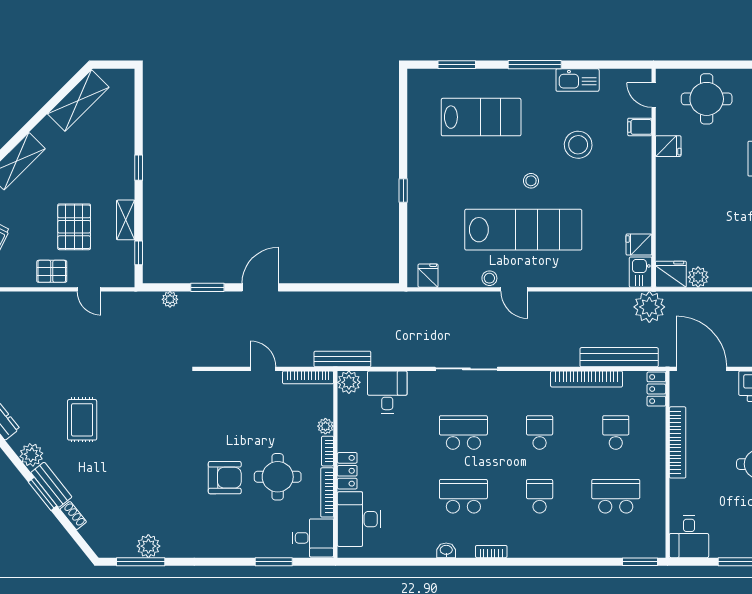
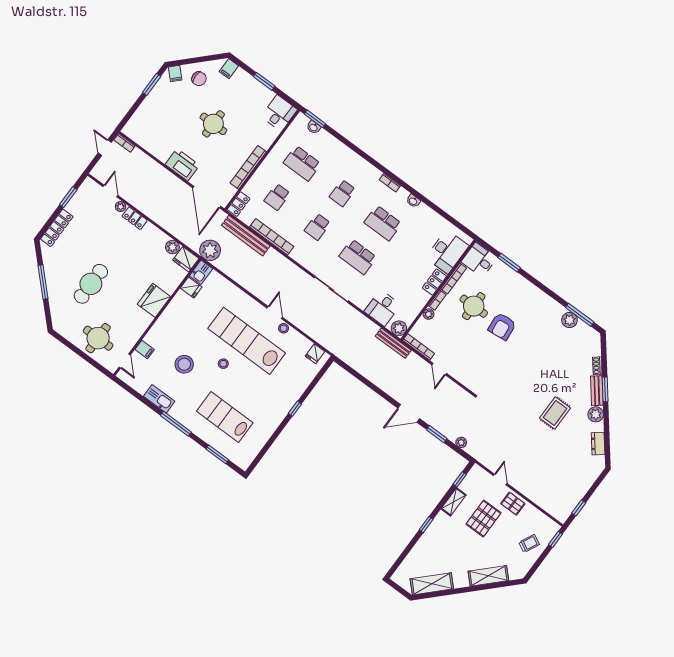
fridge: (668, 146) -> (154, 300), moved, width x1.88, depth x1.34
armchair: (225, 478) -> (502, 326), turned -96
washbasin: (634, 550) -> (314, 127), added

